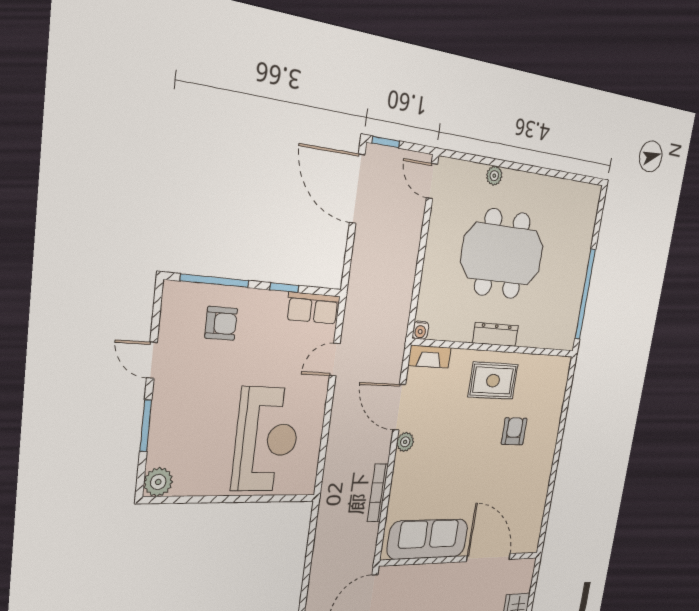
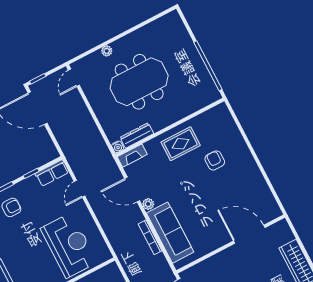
door: (432, 181) -> (74, 78), hinge flipped
dresser: (495, 334) -> (137, 136), moved
sofa: (428, 539) -> (170, 233), moved, turned 90

